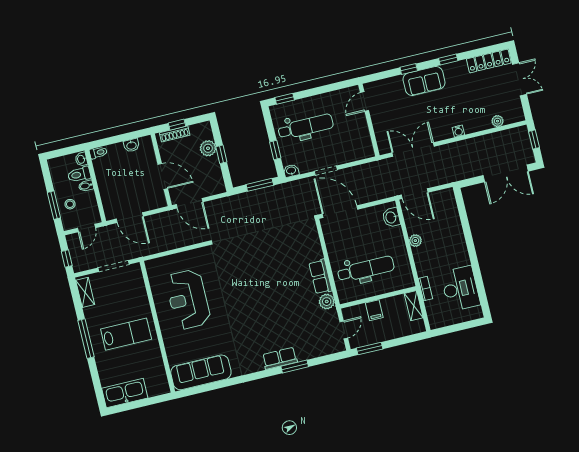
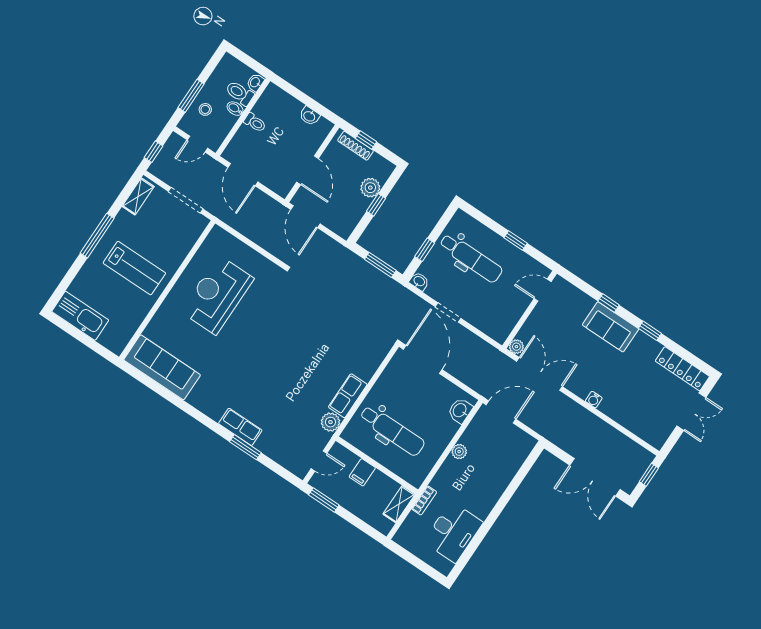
window: (285, 99) -> (516, 241), moved
plant: (498, 121) -> (516, 347), moved
toilet: (98, 153) -> (255, 123), moved
door: (415, 194) -> (501, 412), swing flipped

